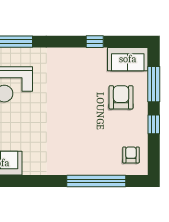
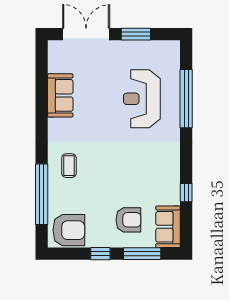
coffee table: (69, 155) -> (69, 166), added
armchair: (131, 155) -> (69, 230), width x1.88, depth x1.88

